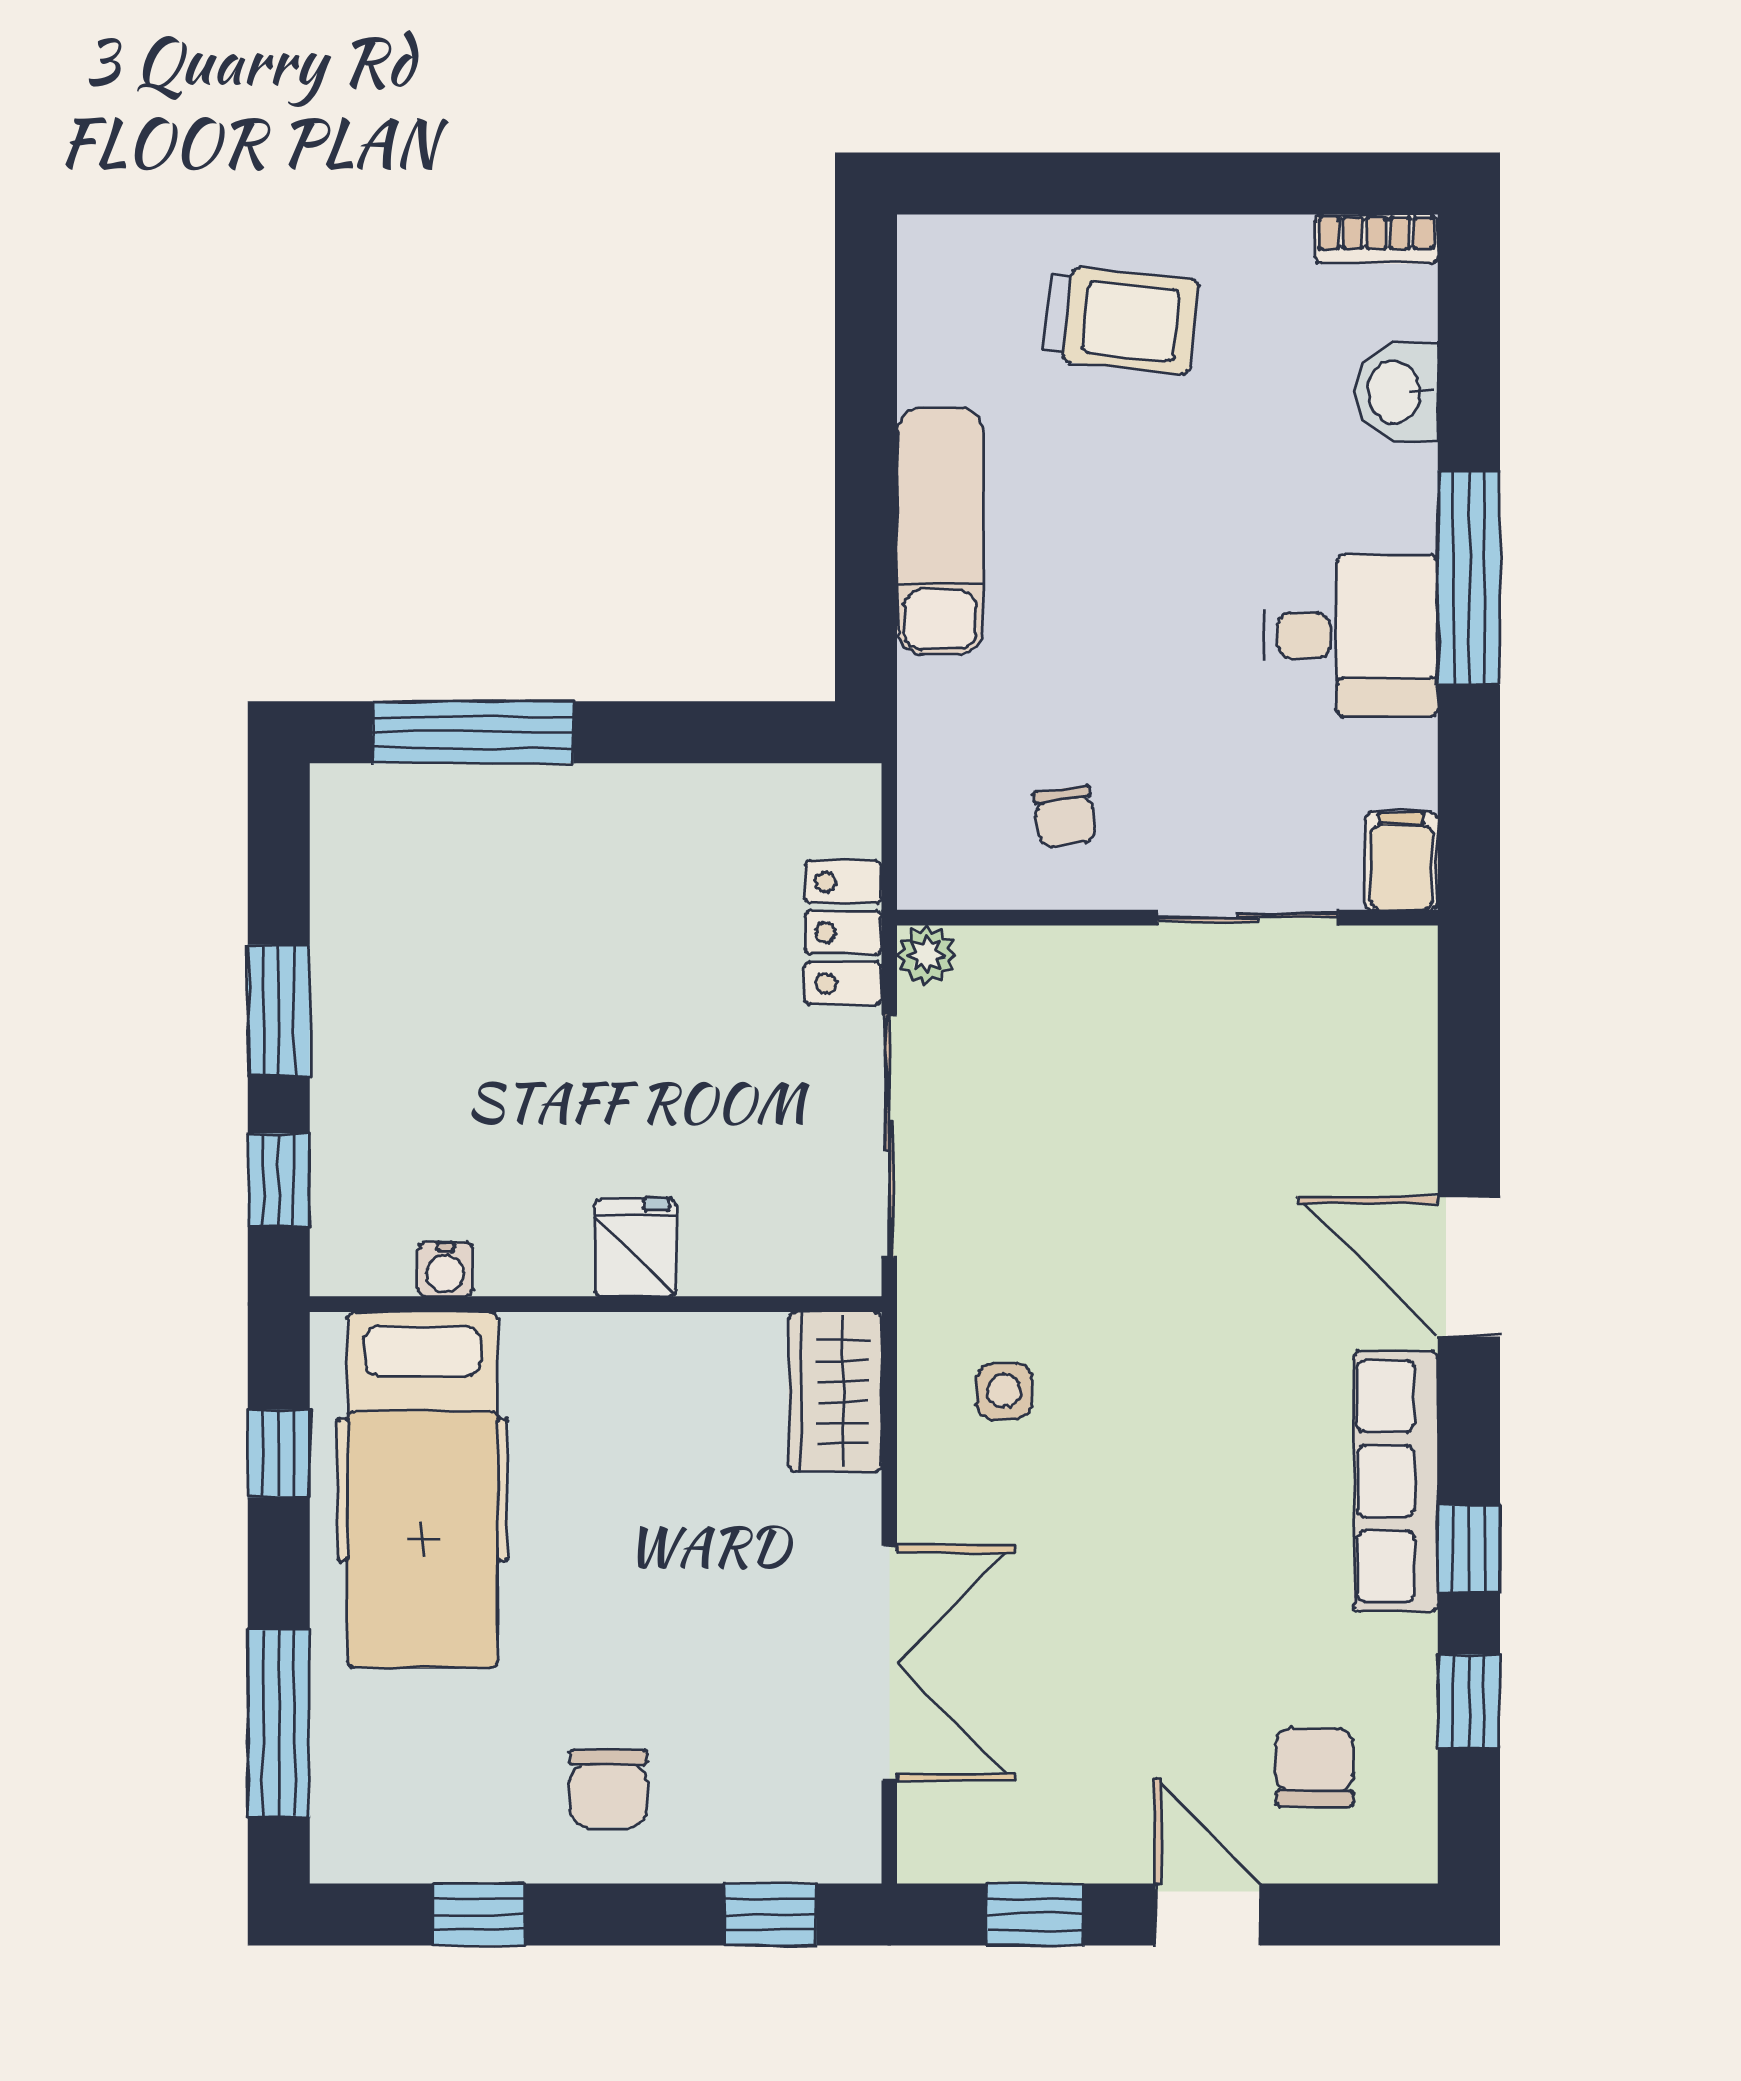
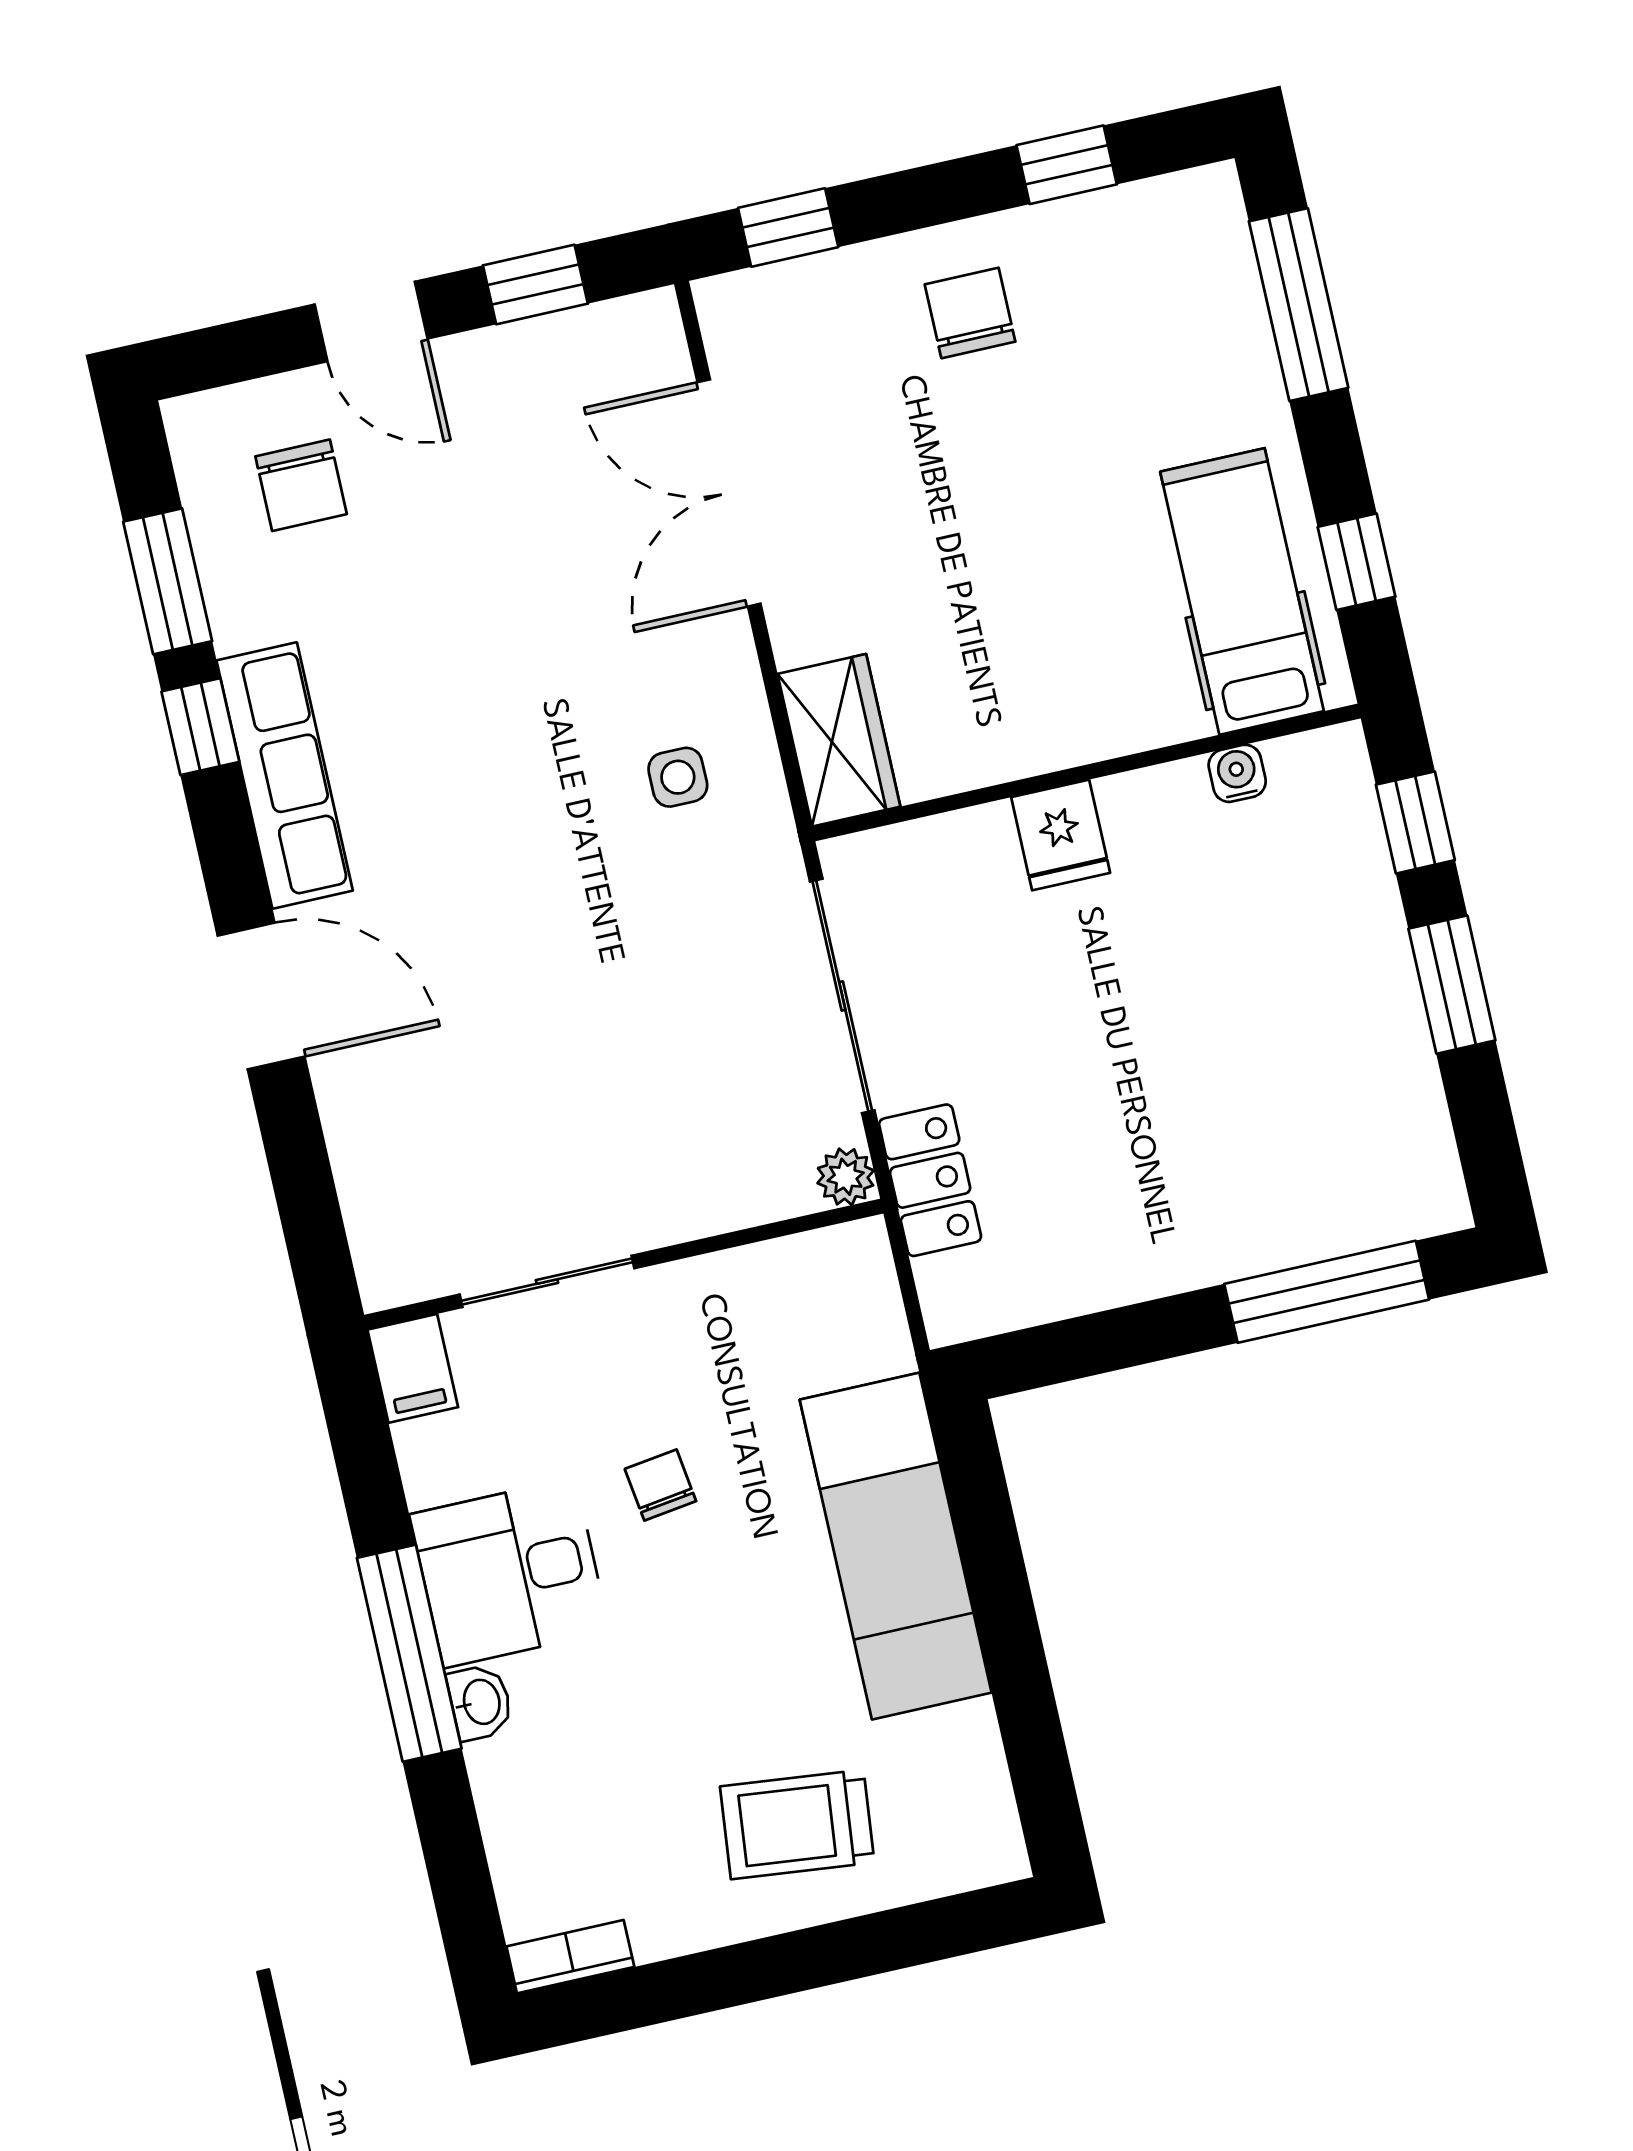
washbasin: (1396, 392) -> (480, 1702), moved, width x0.72, depth x0.69
exam couch: (940, 531) -> (896, 1546), width x1.36, depth x1.45
chair: (1065, 817) -> (660, 1485), moved
hospital bed: (423, 1490) -> (1242, 591), width x0.73, depth x0.78
window: (1469, 1701) -> (168, 581), width x1.50

